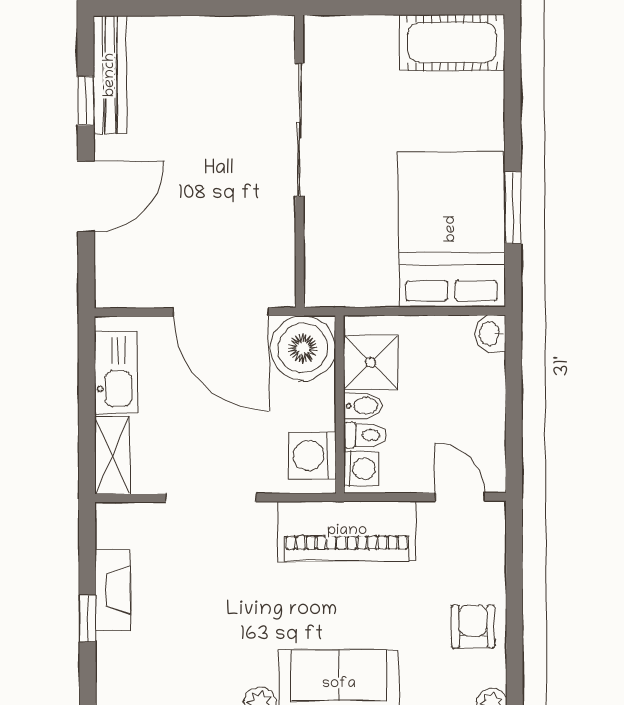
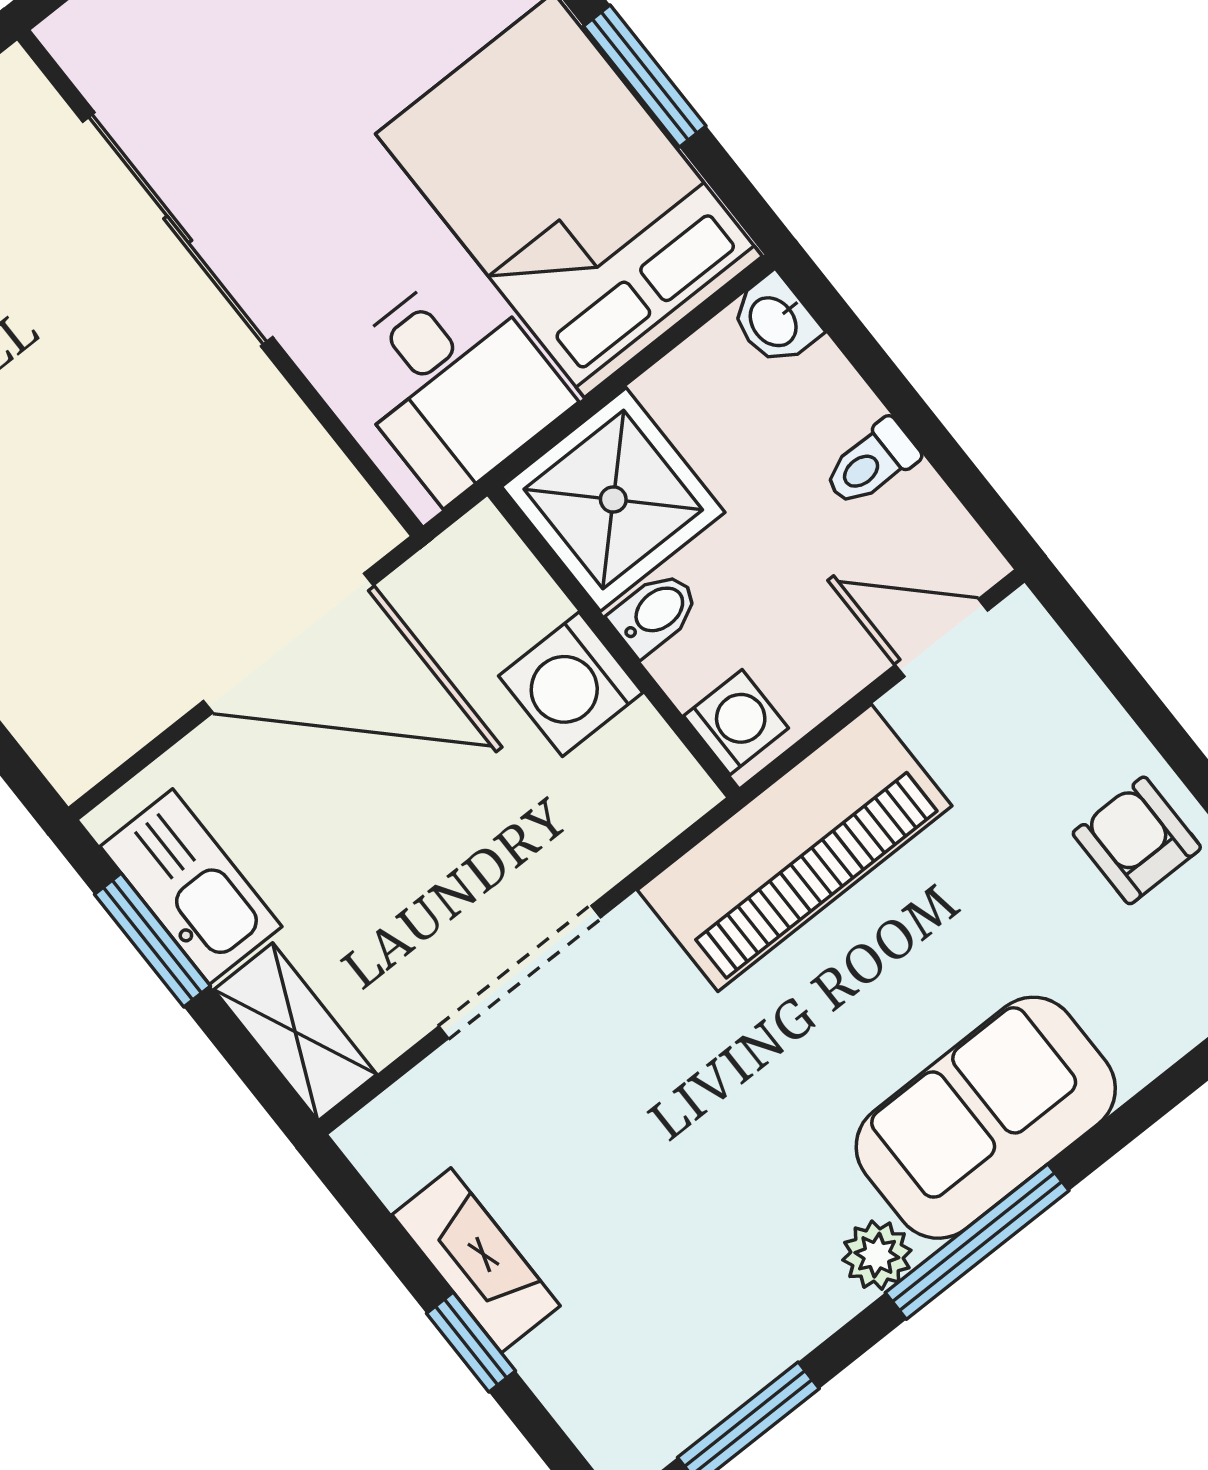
desk: (356, 264) -> (453, 382), added
boiler: (303, 348) -> (476, 595), removed
shower: (371, 363) -> (613, 499), width x1.36, depth x1.36
window: (87, 381) -> (153, 940), added
toilet: (365, 435) -> (871, 463), moved, turned 180
washing machine: (312, 456) -> (571, 684), moved

